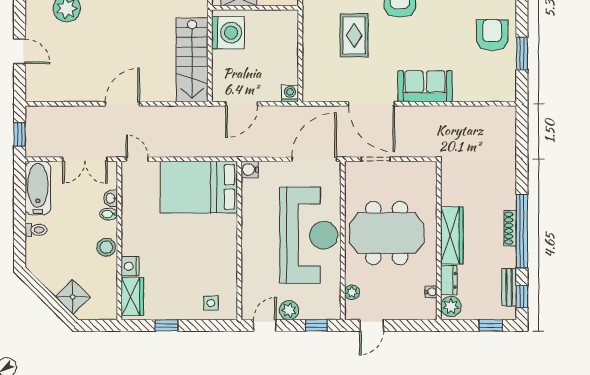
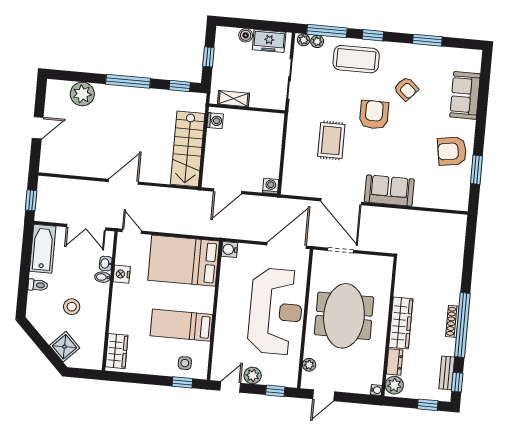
washing machine: (228, 33) -> (215, 121), width x0.53, depth x0.53
armchair: (492, 35) -> (452, 151), turned -99
door: (20, 51) -> (38, 128), hinge flipped
meeting table: (387, 233) -> (344, 316), turned 90
stool: (106, 247) -> (72, 307), moved
bed: (203, 260) -> (181, 325), added
nightstand: (130, 266) -> (122, 274), moved
water cooler: (431, 292) -> (376, 390), moved
window: (166, 325) -> (182, 382), moved

